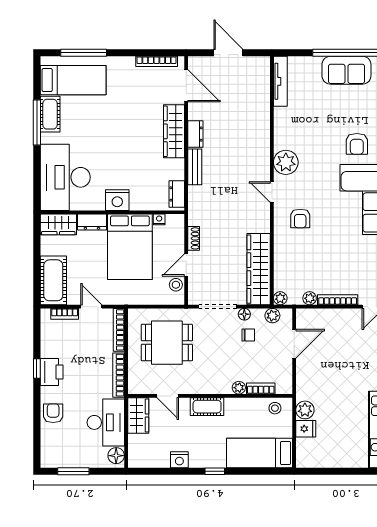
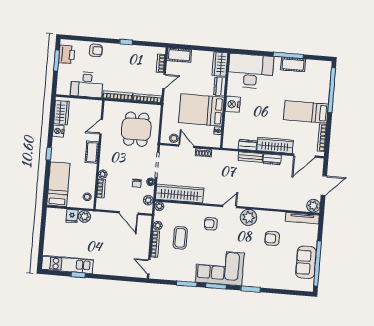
window: (84, 53) -> (332, 90), width x1.46
plant: (260, 66) -> (313, 206), added
bed: (73, 80) -> (306, 112), moved, turned 90
armchair: (357, 144) -> (272, 238), moved
dresser: (177, 194) -> (248, 145), moved
coffee table: (325, 263) -> (180, 238), added
cot: (53, 280) -> (179, 55), width x0.73, depth x0.75
printer: (52, 372) -> (67, 54), moved, turned -90
wardrobe: (138, 416) -> (61, 113), moved, turned -90
floor lamp: (116, 456) -> (65, 90), removed

